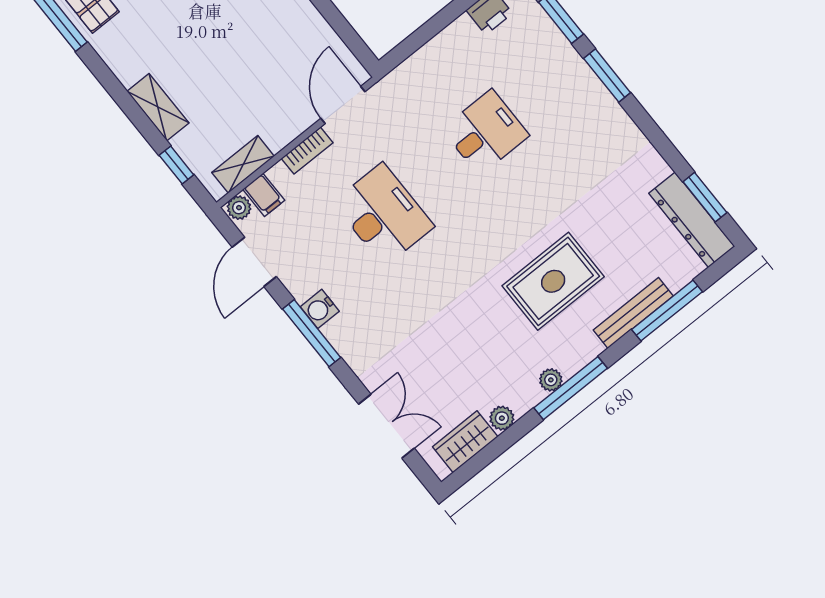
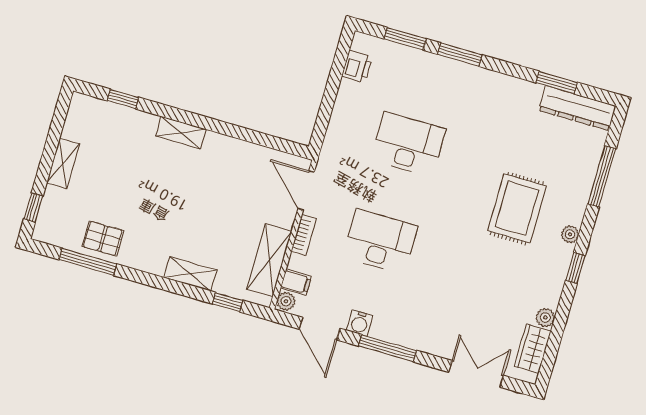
desk: (486, 132) -> (408, 144), width x1.37
shelving: (243, 164) -> (269, 260), width x1.50, depth x1.33
window: (705, 197) -> (557, 82), moved
water cooler: (320, 309) -> (360, 323), moved
bench: (633, 313) -> (582, 193), removed
plant: (551, 380) -> (570, 234), moved
window: (571, 388) -> (575, 268), width x0.46

